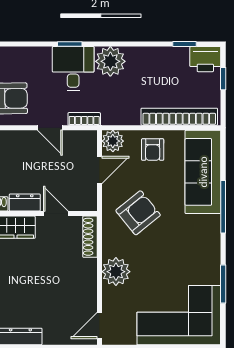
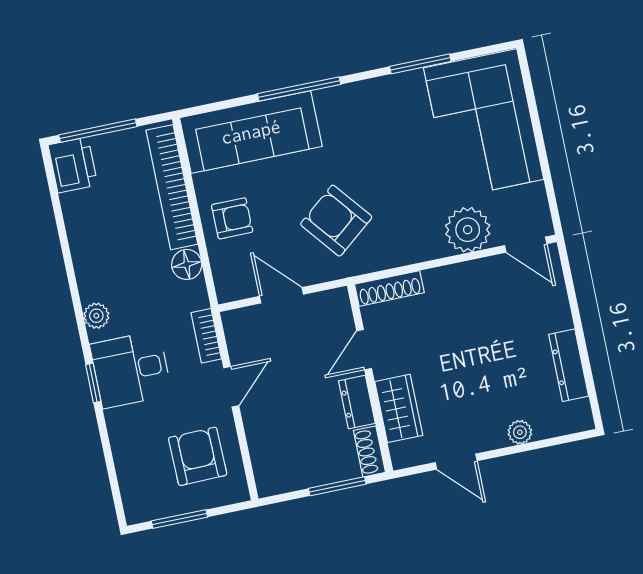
window: (185, 44) -> (56, 203), removed
plant: (110, 61) -> (96, 316), width x0.53, depth x0.53
window: (223, 79) -> (98, 131), width x2.17
floor lamp: (130, 116) -> (187, 264), added
plant: (113, 141) -> (232, 284), removed
plant: (116, 272) -> (468, 230), moved

